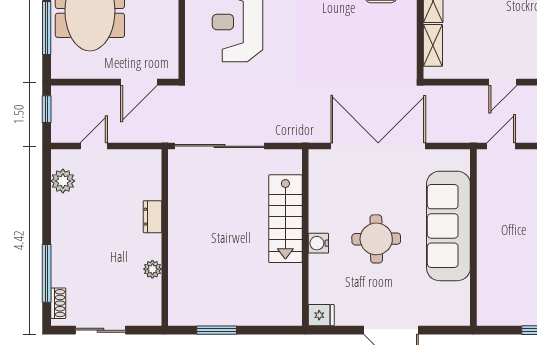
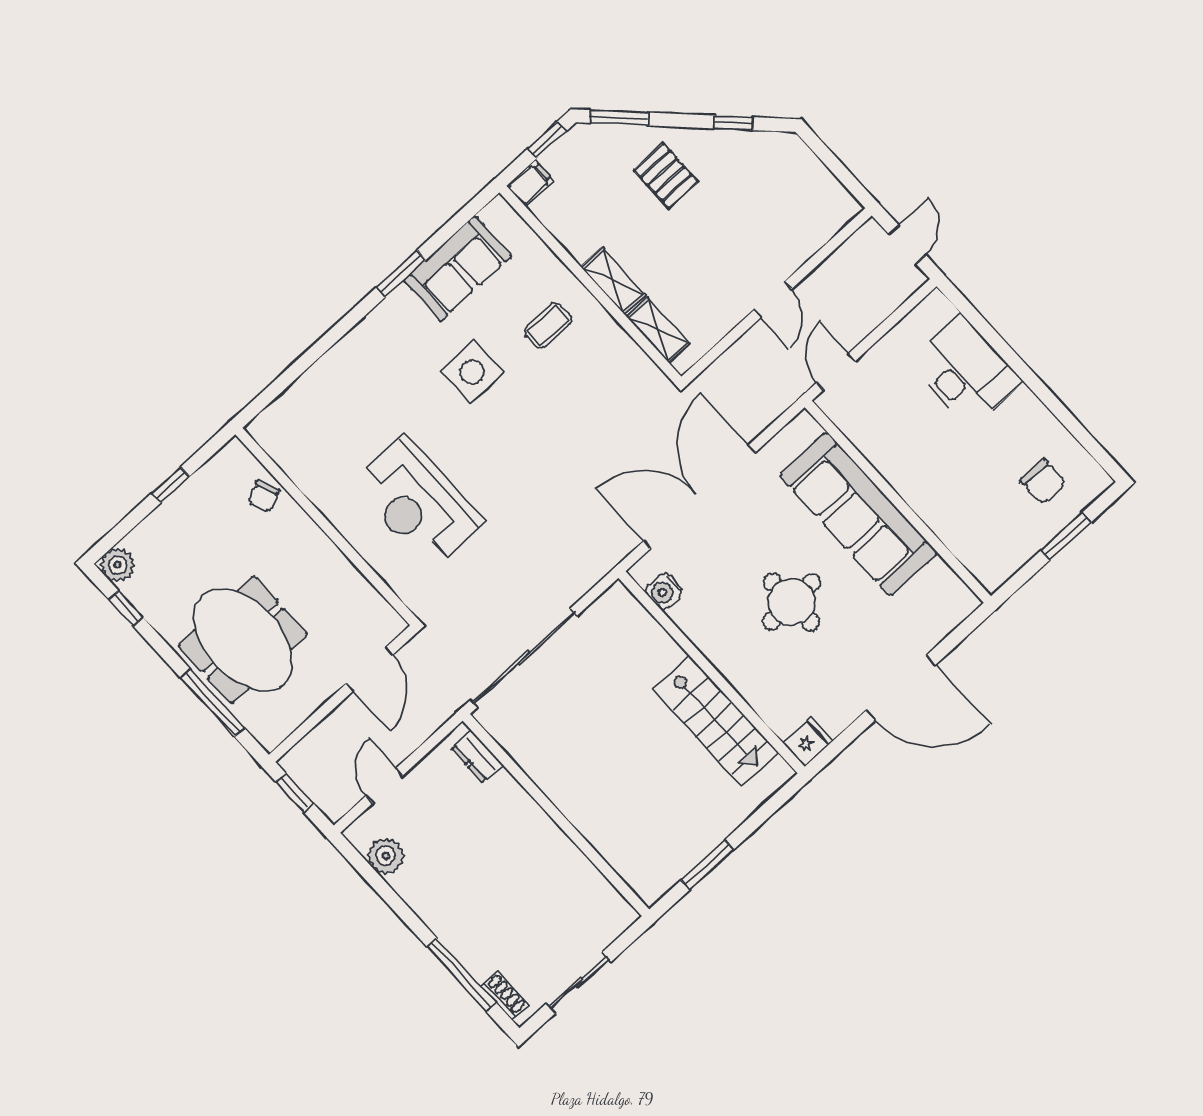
dresser: (152, 217) -> (477, 756), moved
stairs: (285, 219) -> (716, 721), moved
water cooler: (318, 243) -> (664, 591), moved
plant: (152, 269) -> (574, 862), removed

